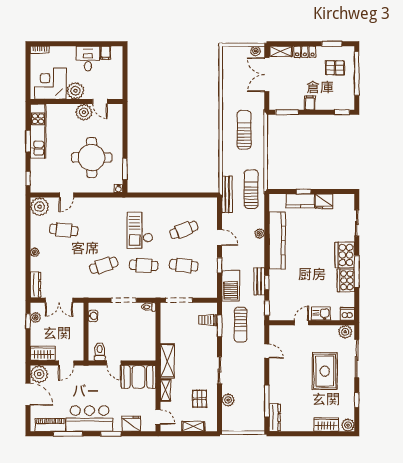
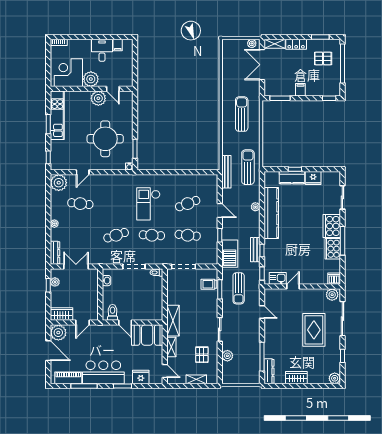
double door: (59, 300) -> (76, 266), swing flipped
kitchen sink: (321, 314) -> (278, 278), moved
wardrobe: (326, 424) -> (296, 378), moved

